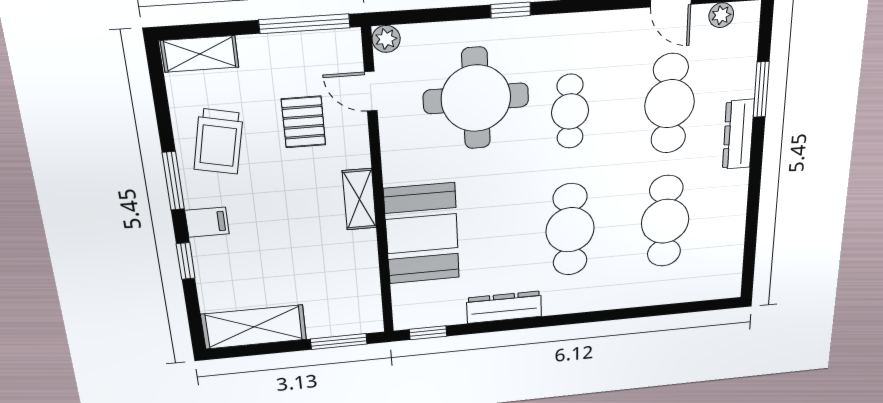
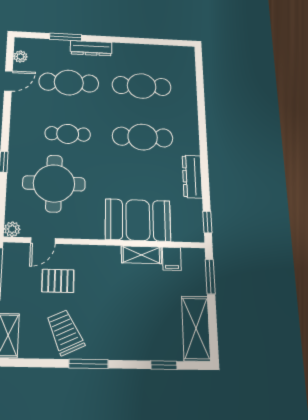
trolley: (219, 141) -> (65, 332), turned -127
shelving: (359, 199) -> (141, 255), moved
filing cabinet: (207, 222) -> (172, 259), moved, turned 180
window: (186, 261) -> (164, 365), moved

